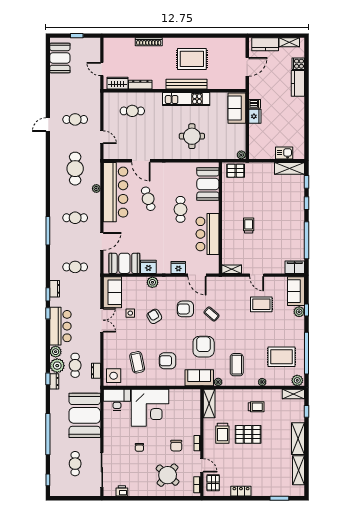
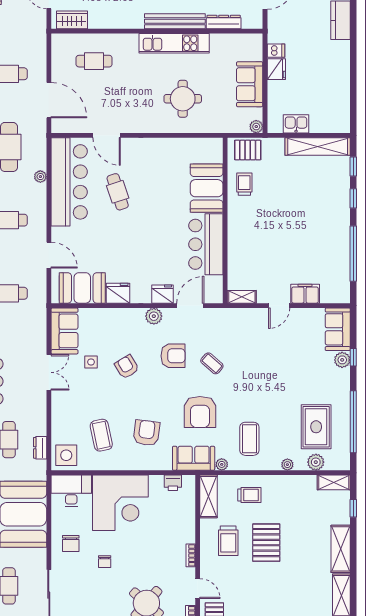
dresser: (140, 85) -> (224, 22), moved
sofa: (237, 108) -> (250, 84), moved
door: (102, 137) -> (49, 100), width x1.88
kitchen sink: (284, 153) -> (296, 124), moved
shelving: (289, 168) -> (318, 147), width x1.47
booth: (208, 184) -> (207, 188), moved
cafe table: (180, 209) -> (166, 208), removed
trolley: (249, 225) -> (244, 184), moved
door: (102, 241) -> (49, 255), hinge flipped
filing cabinet: (295, 267) -> (305, 294), moved
door: (197, 275) -> (190, 306), swing flipped
door: (257, 275) -> (279, 306), hinge flipped
plant: (152, 282) -> (154, 316), moved
rug: (261, 304) -> (286, 349), removed
armchair: (185, 309) -> (173, 356), turned 180
armchair: (204, 347) -> (200, 412), turned 180
rug: (282, 357) -> (316, 427), turned 90
armchair: (168, 361) -> (147, 433), turned 97
plant: (297, 380) -> (316, 462), moved
printer: (185, 394) -> (173, 483), added
trolley: (256, 407) -> (249, 495), moved
pallet: (248, 434) -> (266, 543), turned 90
chair: (176, 446) -> (71, 544), moved

